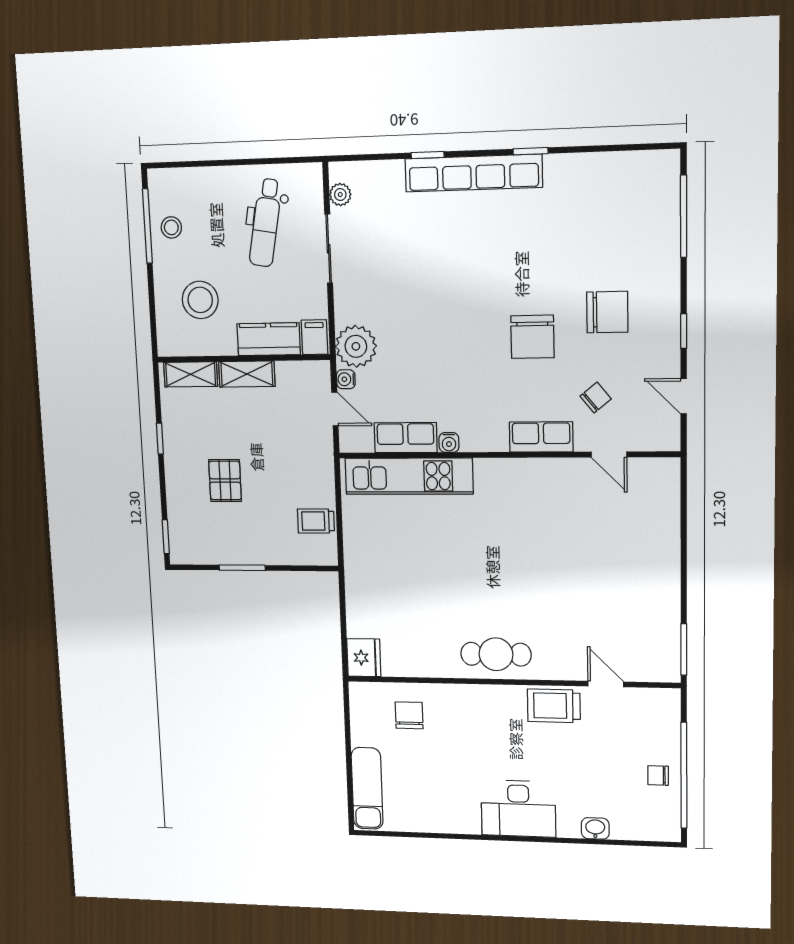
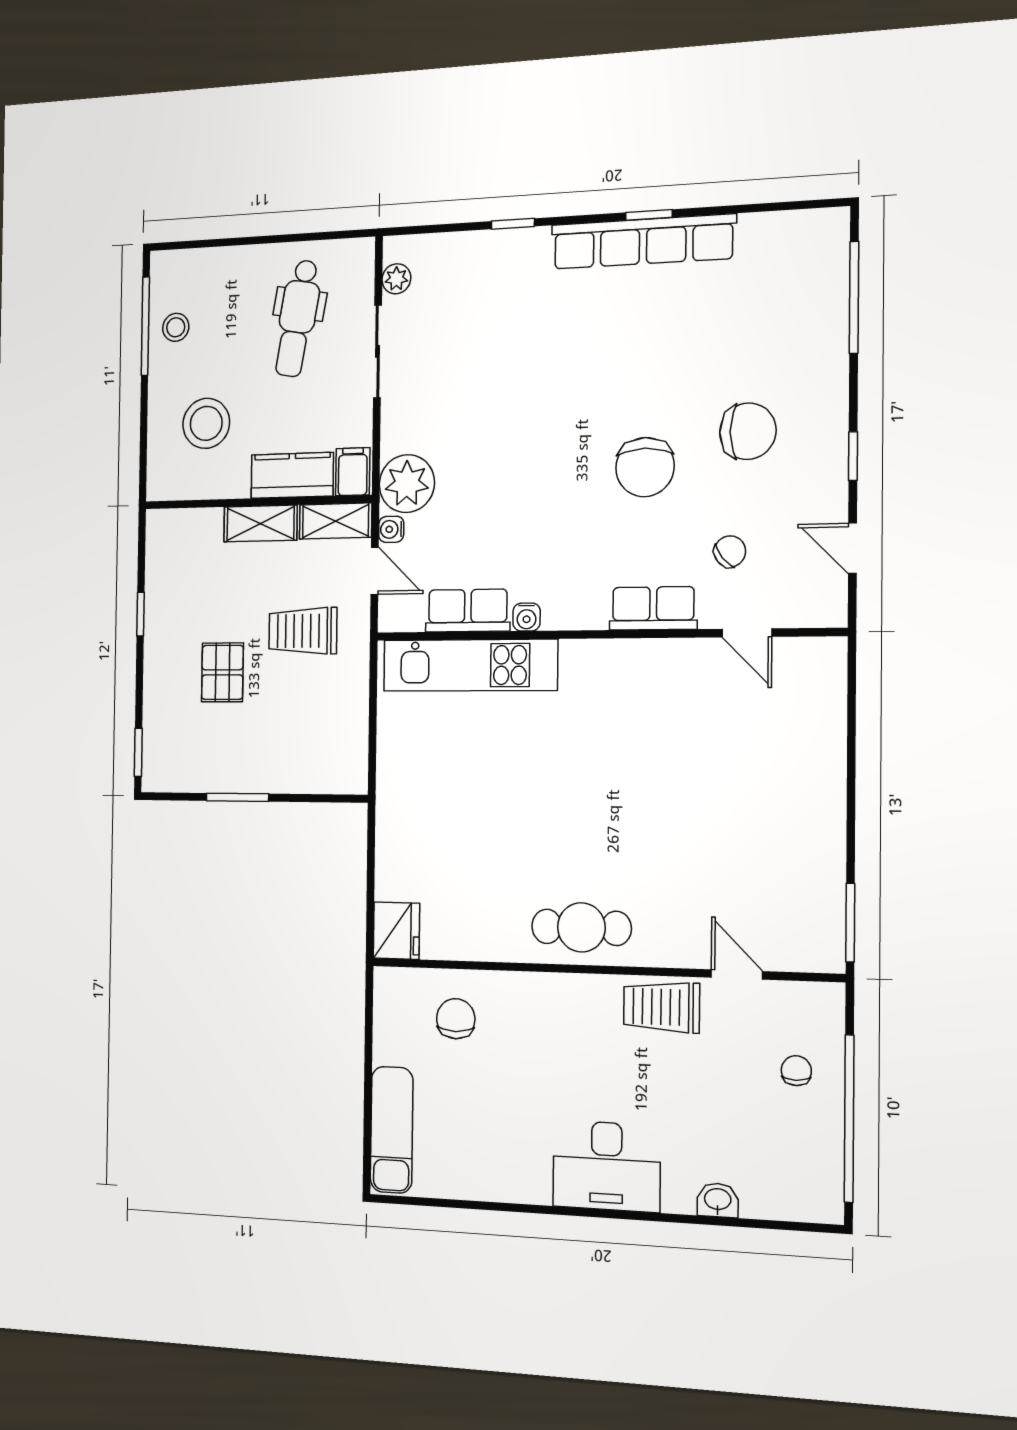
row of seats: (474, 173) -> (643, 242), moved
shelving: (191, 374) -> (336, 521), moved
trolley: (316, 521) -> (303, 631), moved, width x1.36, depth x1.39
chair: (658, 775) -> (796, 1071), moved, turned 90

